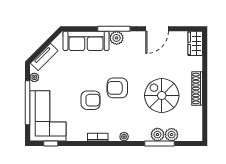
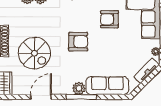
spiral stairs: (162, 96) -> (34, 53), moved
armchair: (91, 100) -> (109, 19), moved

